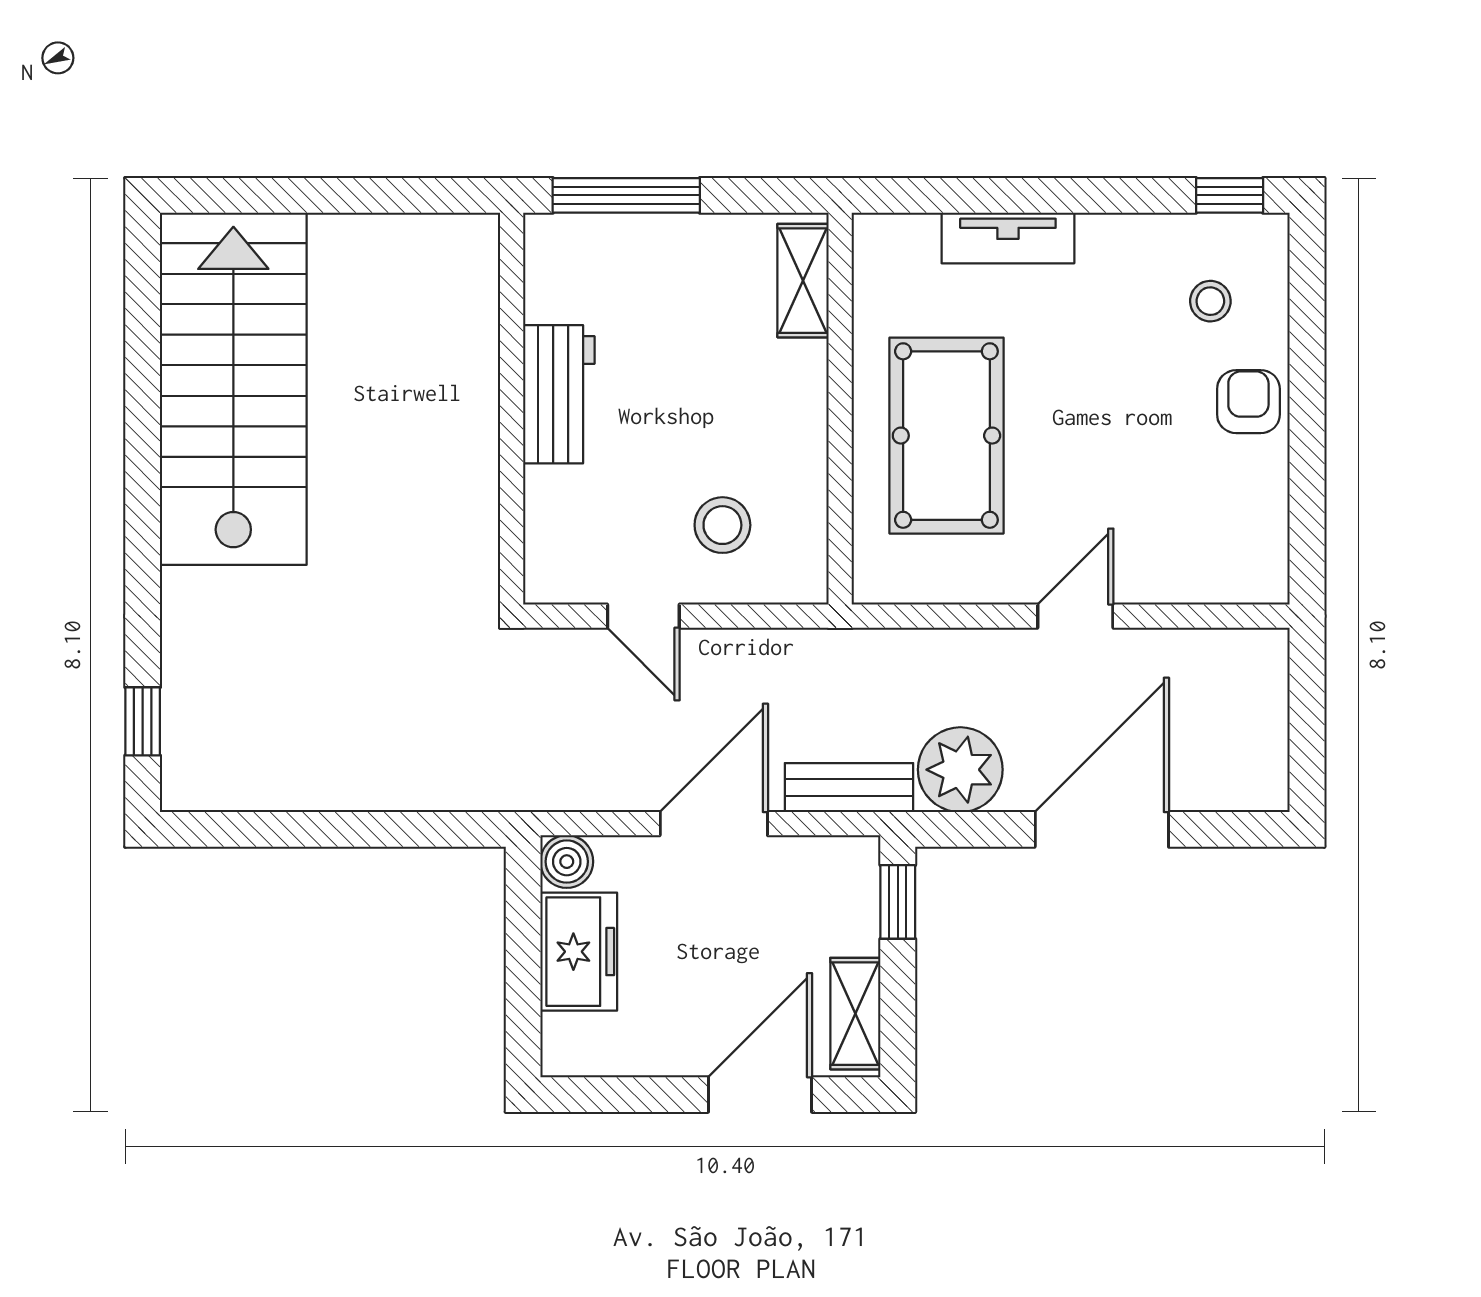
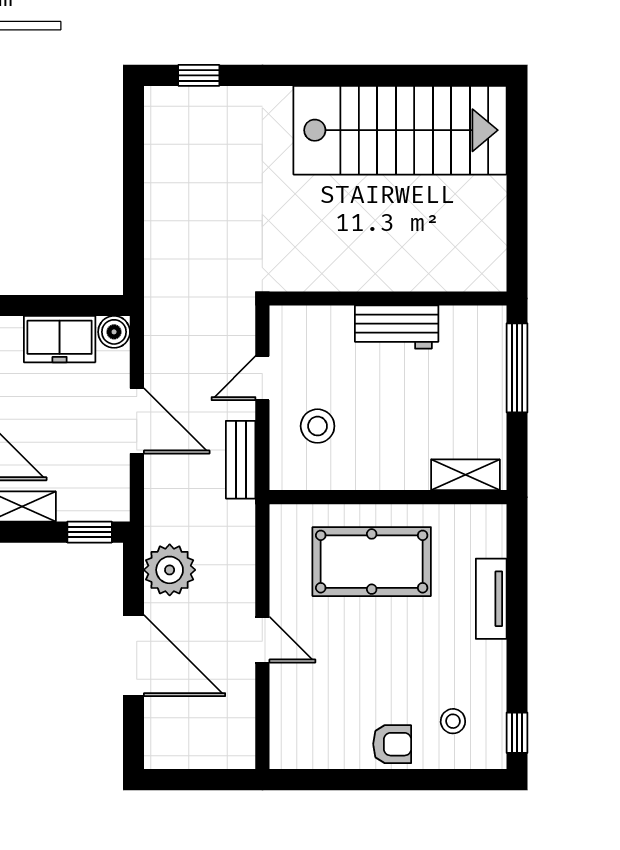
bench: (849, 788) -> (241, 460), moved

